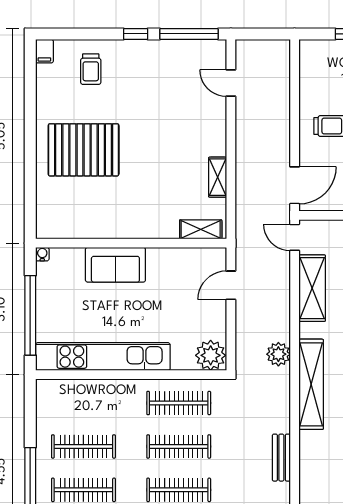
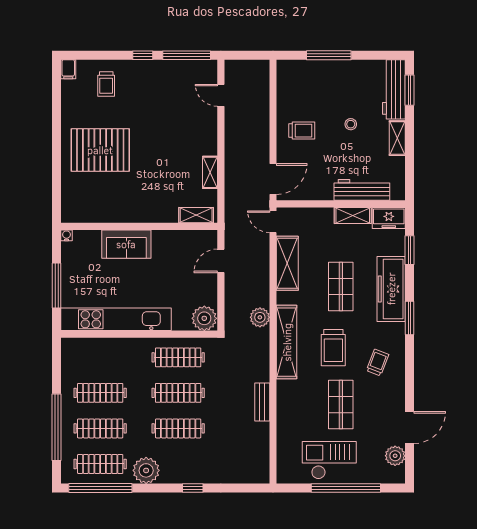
window: (30, 315) -> (57, 286), width x0.68

